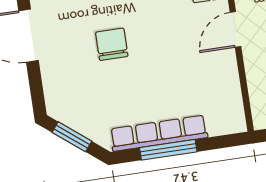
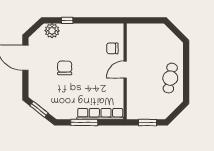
row of seats: (159, 133) -> (100, 114), moved

